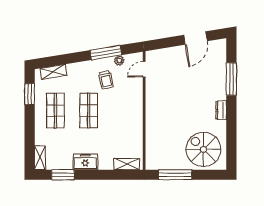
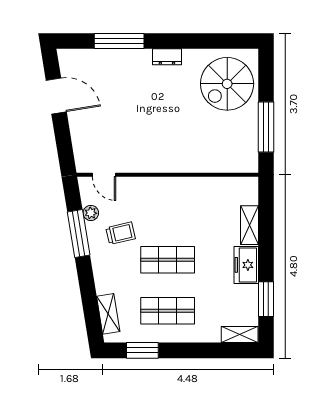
shelving: (127, 164) -> (250, 225), moved

